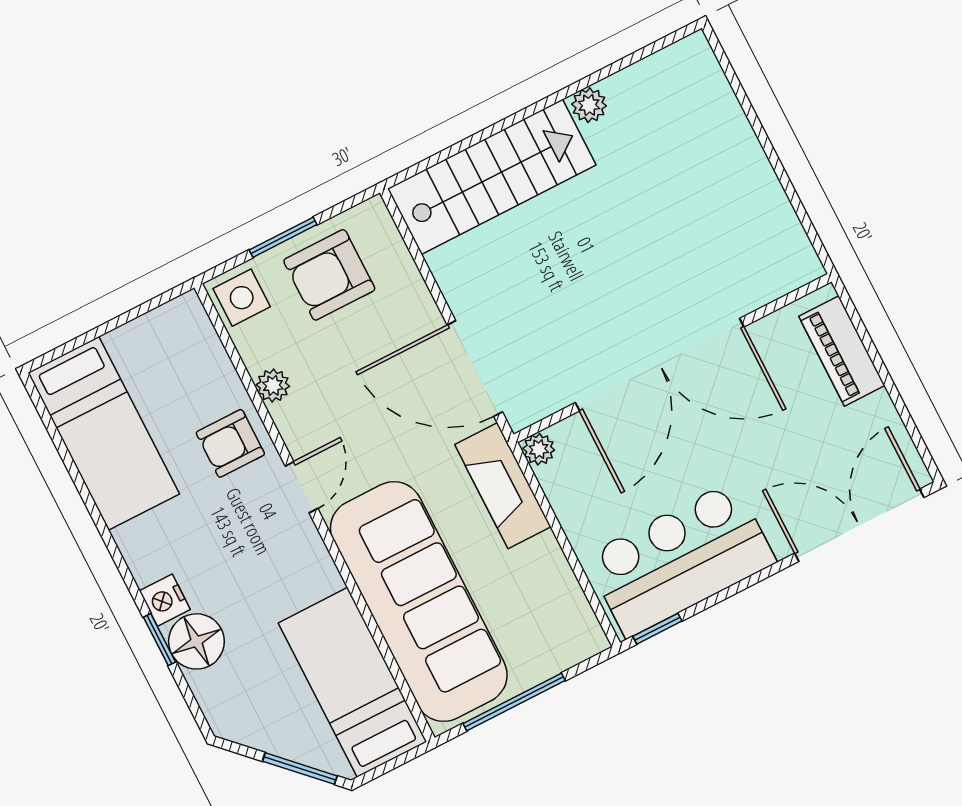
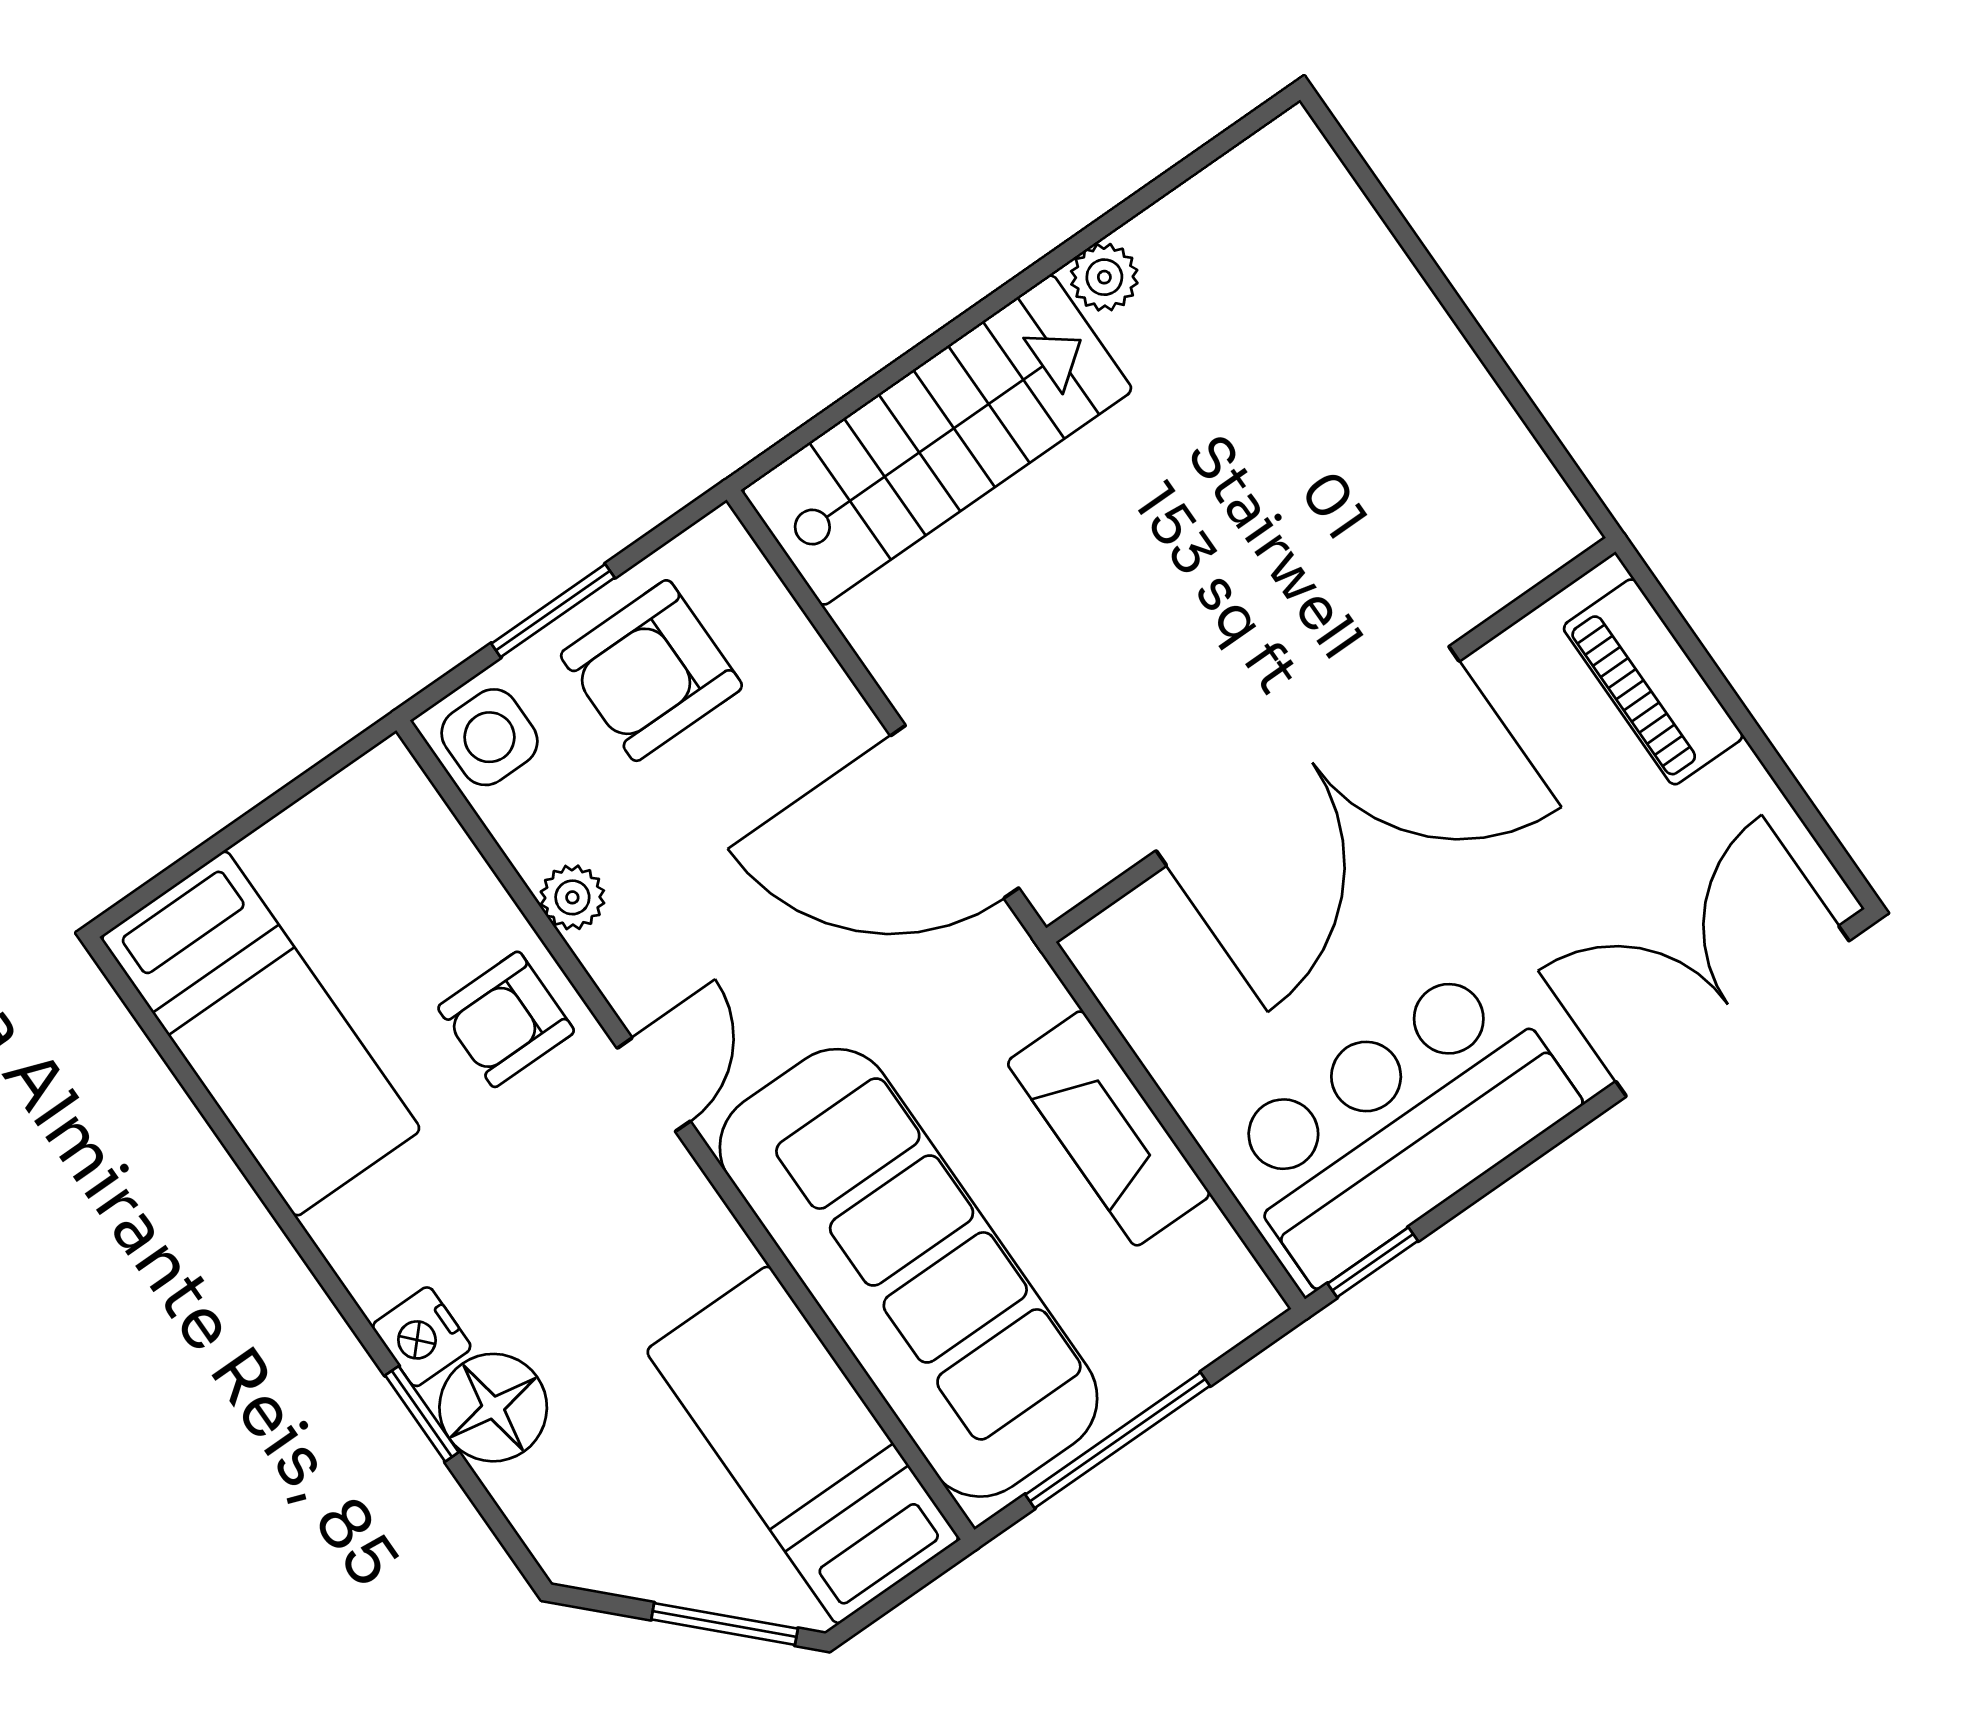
plant: (539, 449) -> (1098, 950), removed
fireplace: (503, 486) -> (1109, 1128), moved

